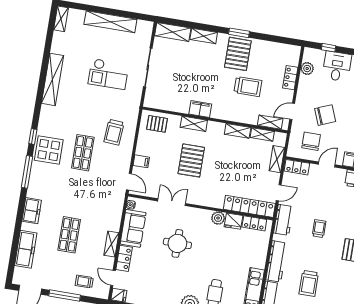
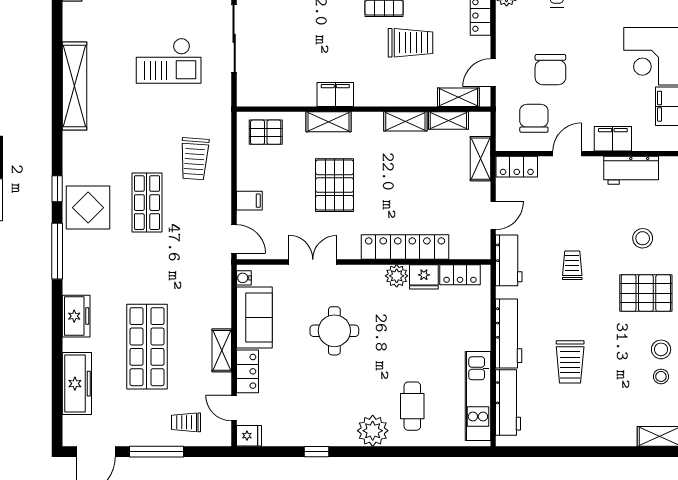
chair: (325, 115) -> (550, 70), turned 112
locker: (249, 206) -> (405, 247), moved
shop shelf: (69, 235) -> (147, 347), width x1.43, depth x1.36

